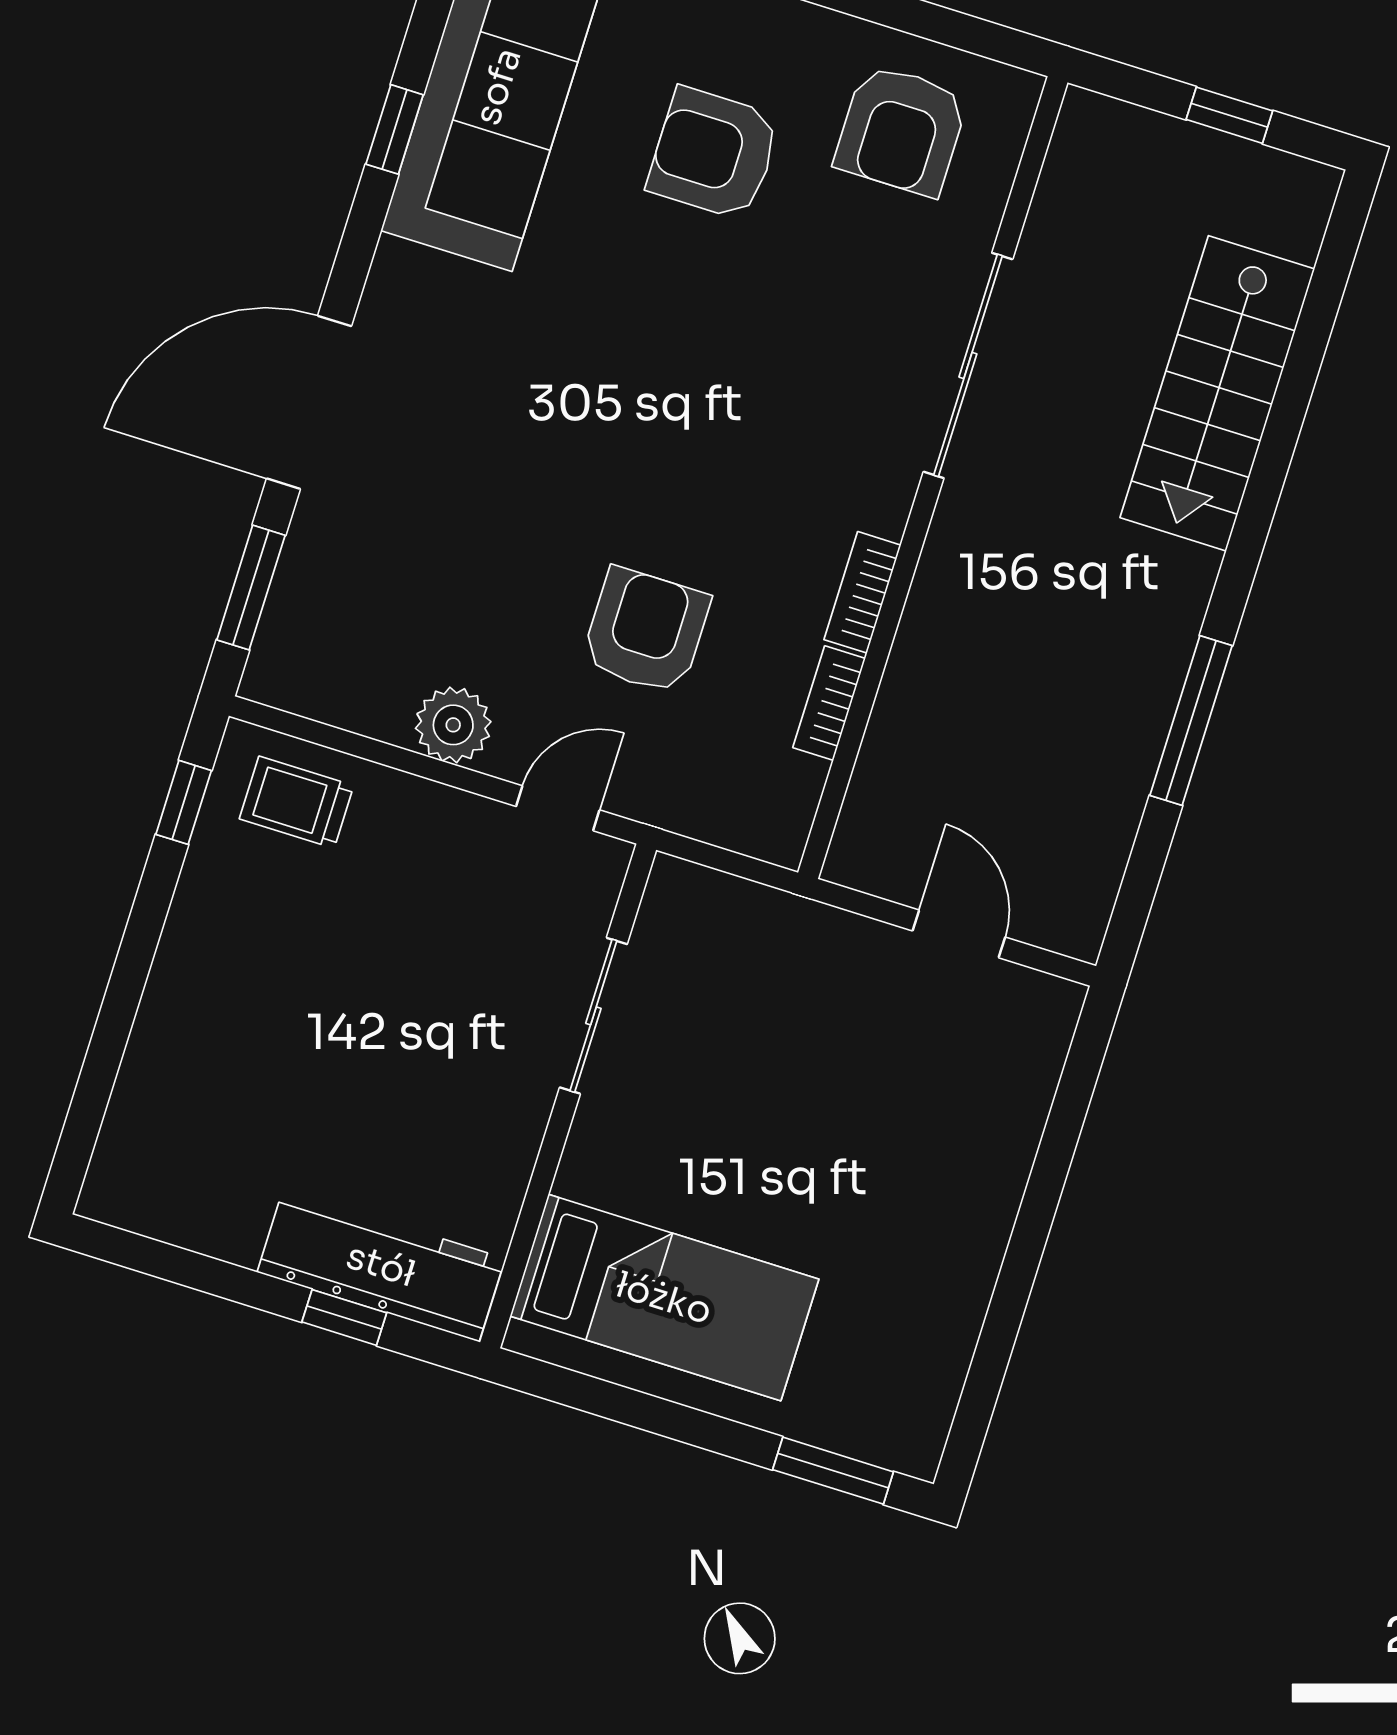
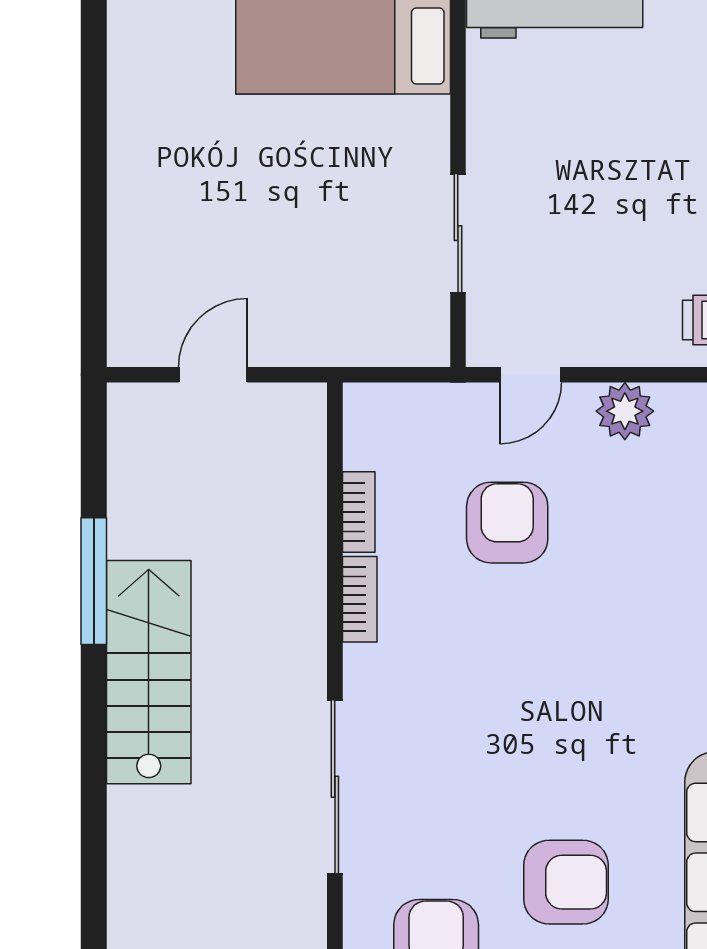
stairs: (1217, 393) -> (149, 672), moved
armchair: (646, 631) -> (507, 523), turned 180
door: (959, 934) -> (213, 375), swing flipped

